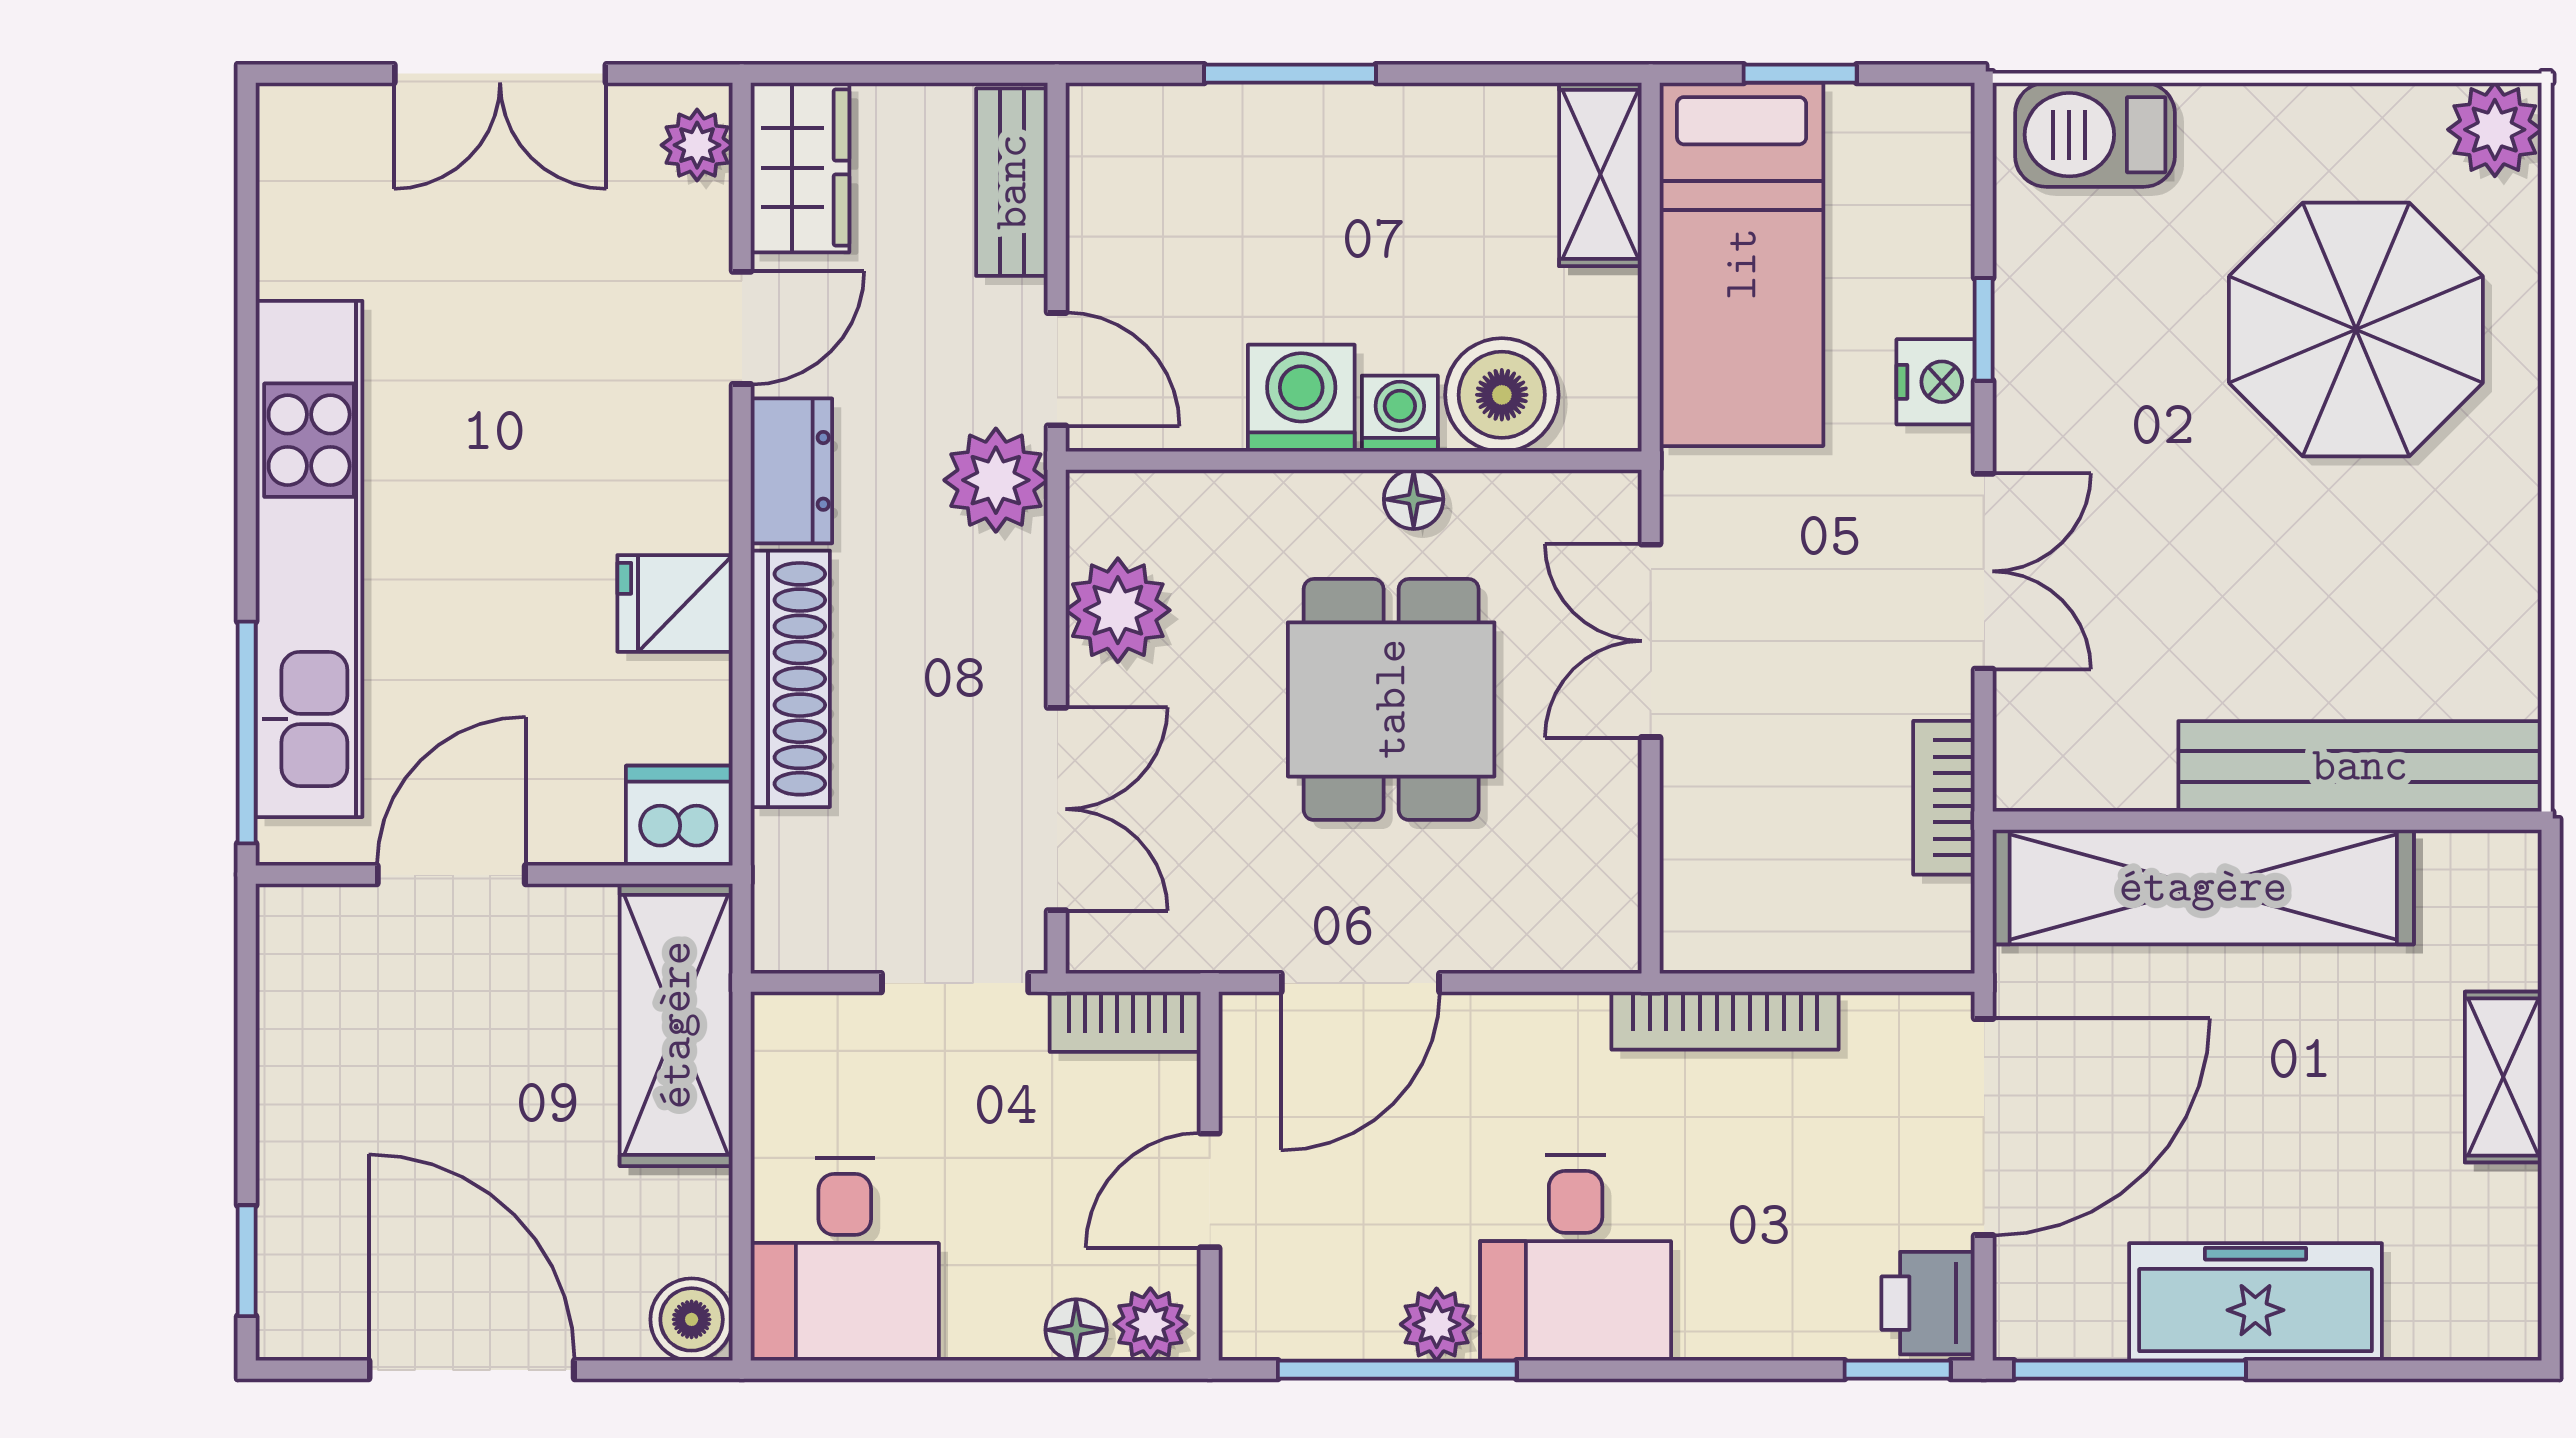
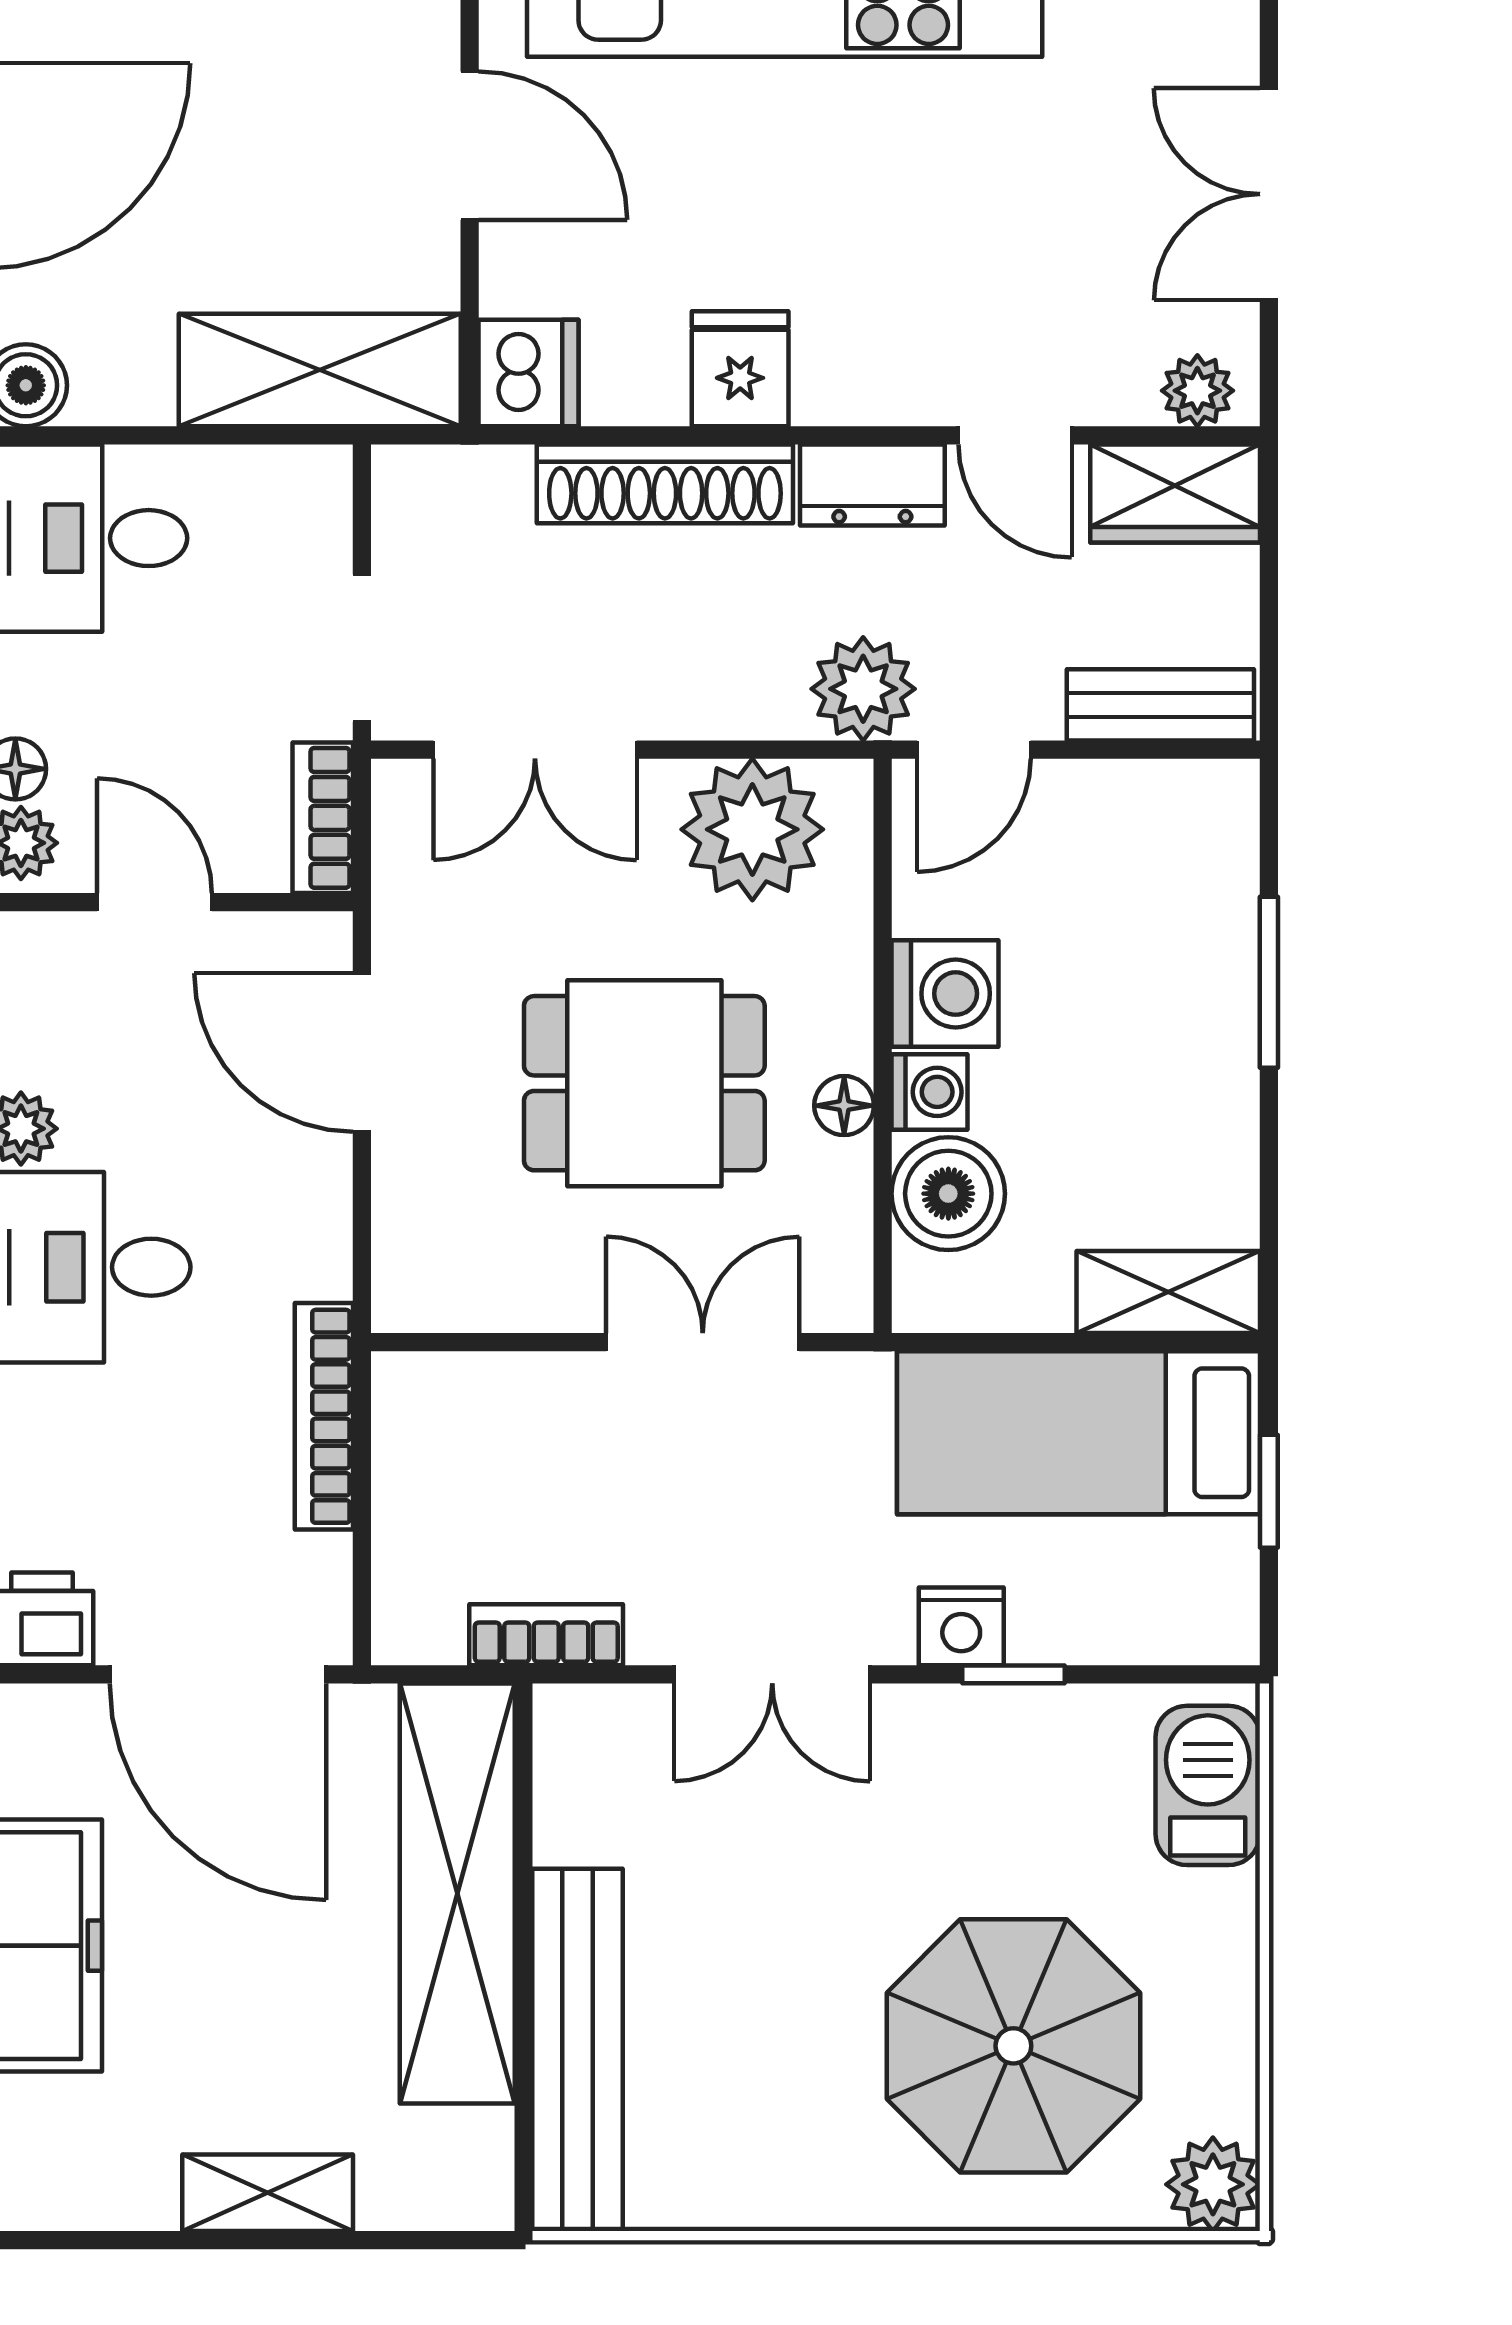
plant: (1118, 610) -> (752, 829), width x1.36, depth x1.36

